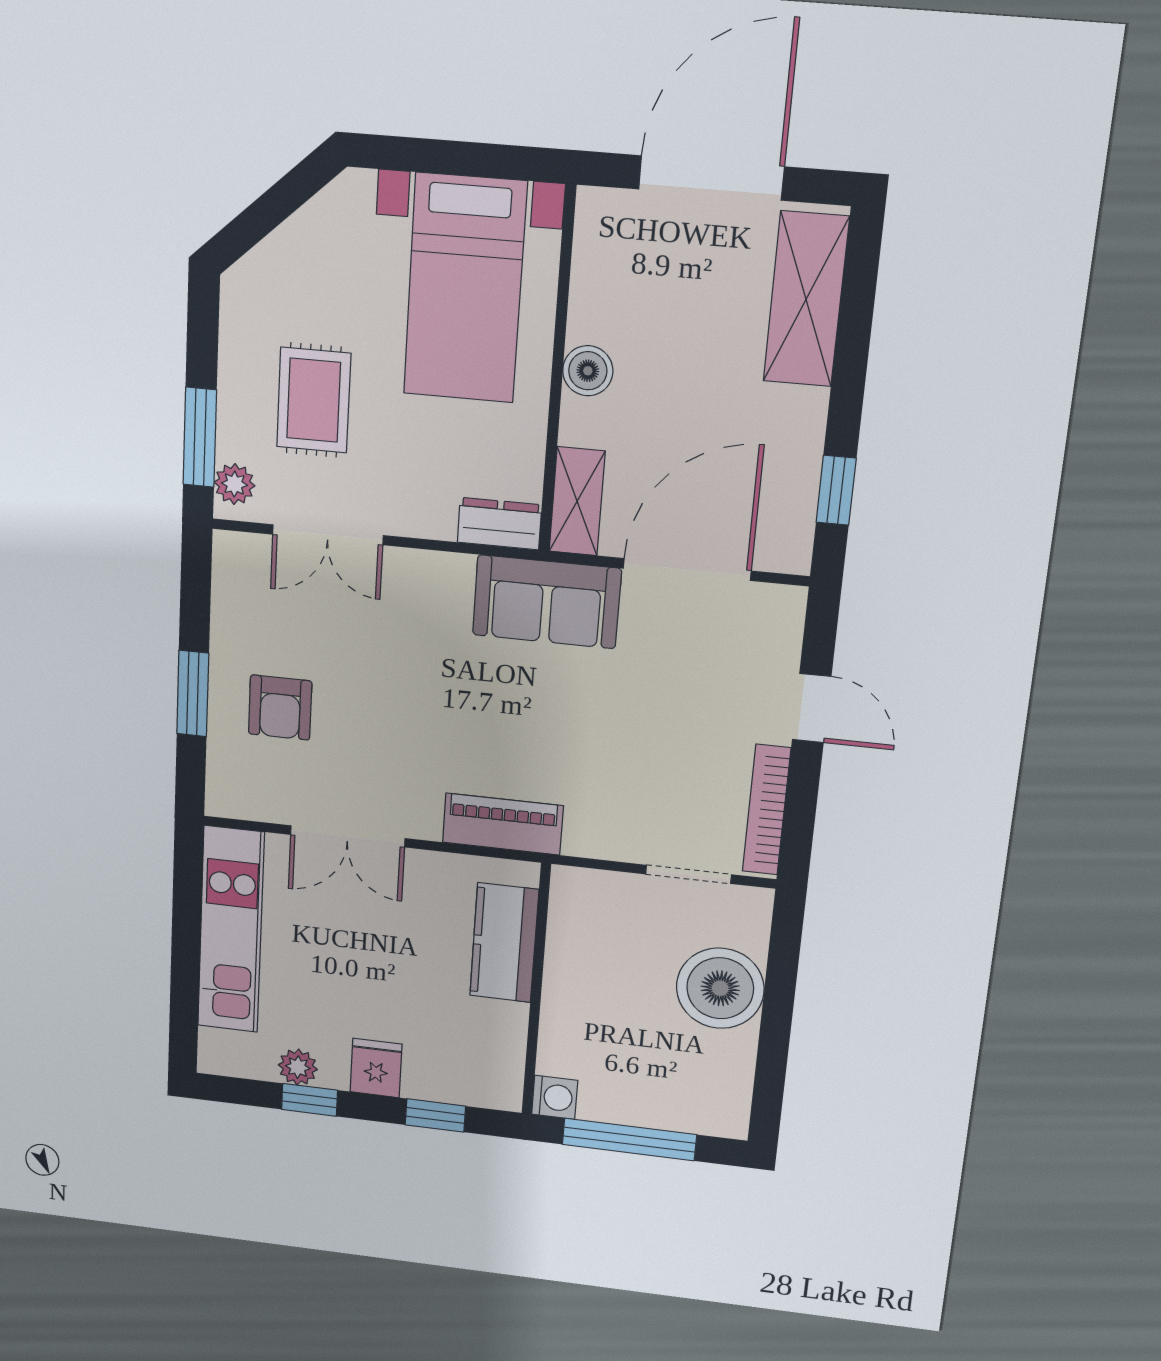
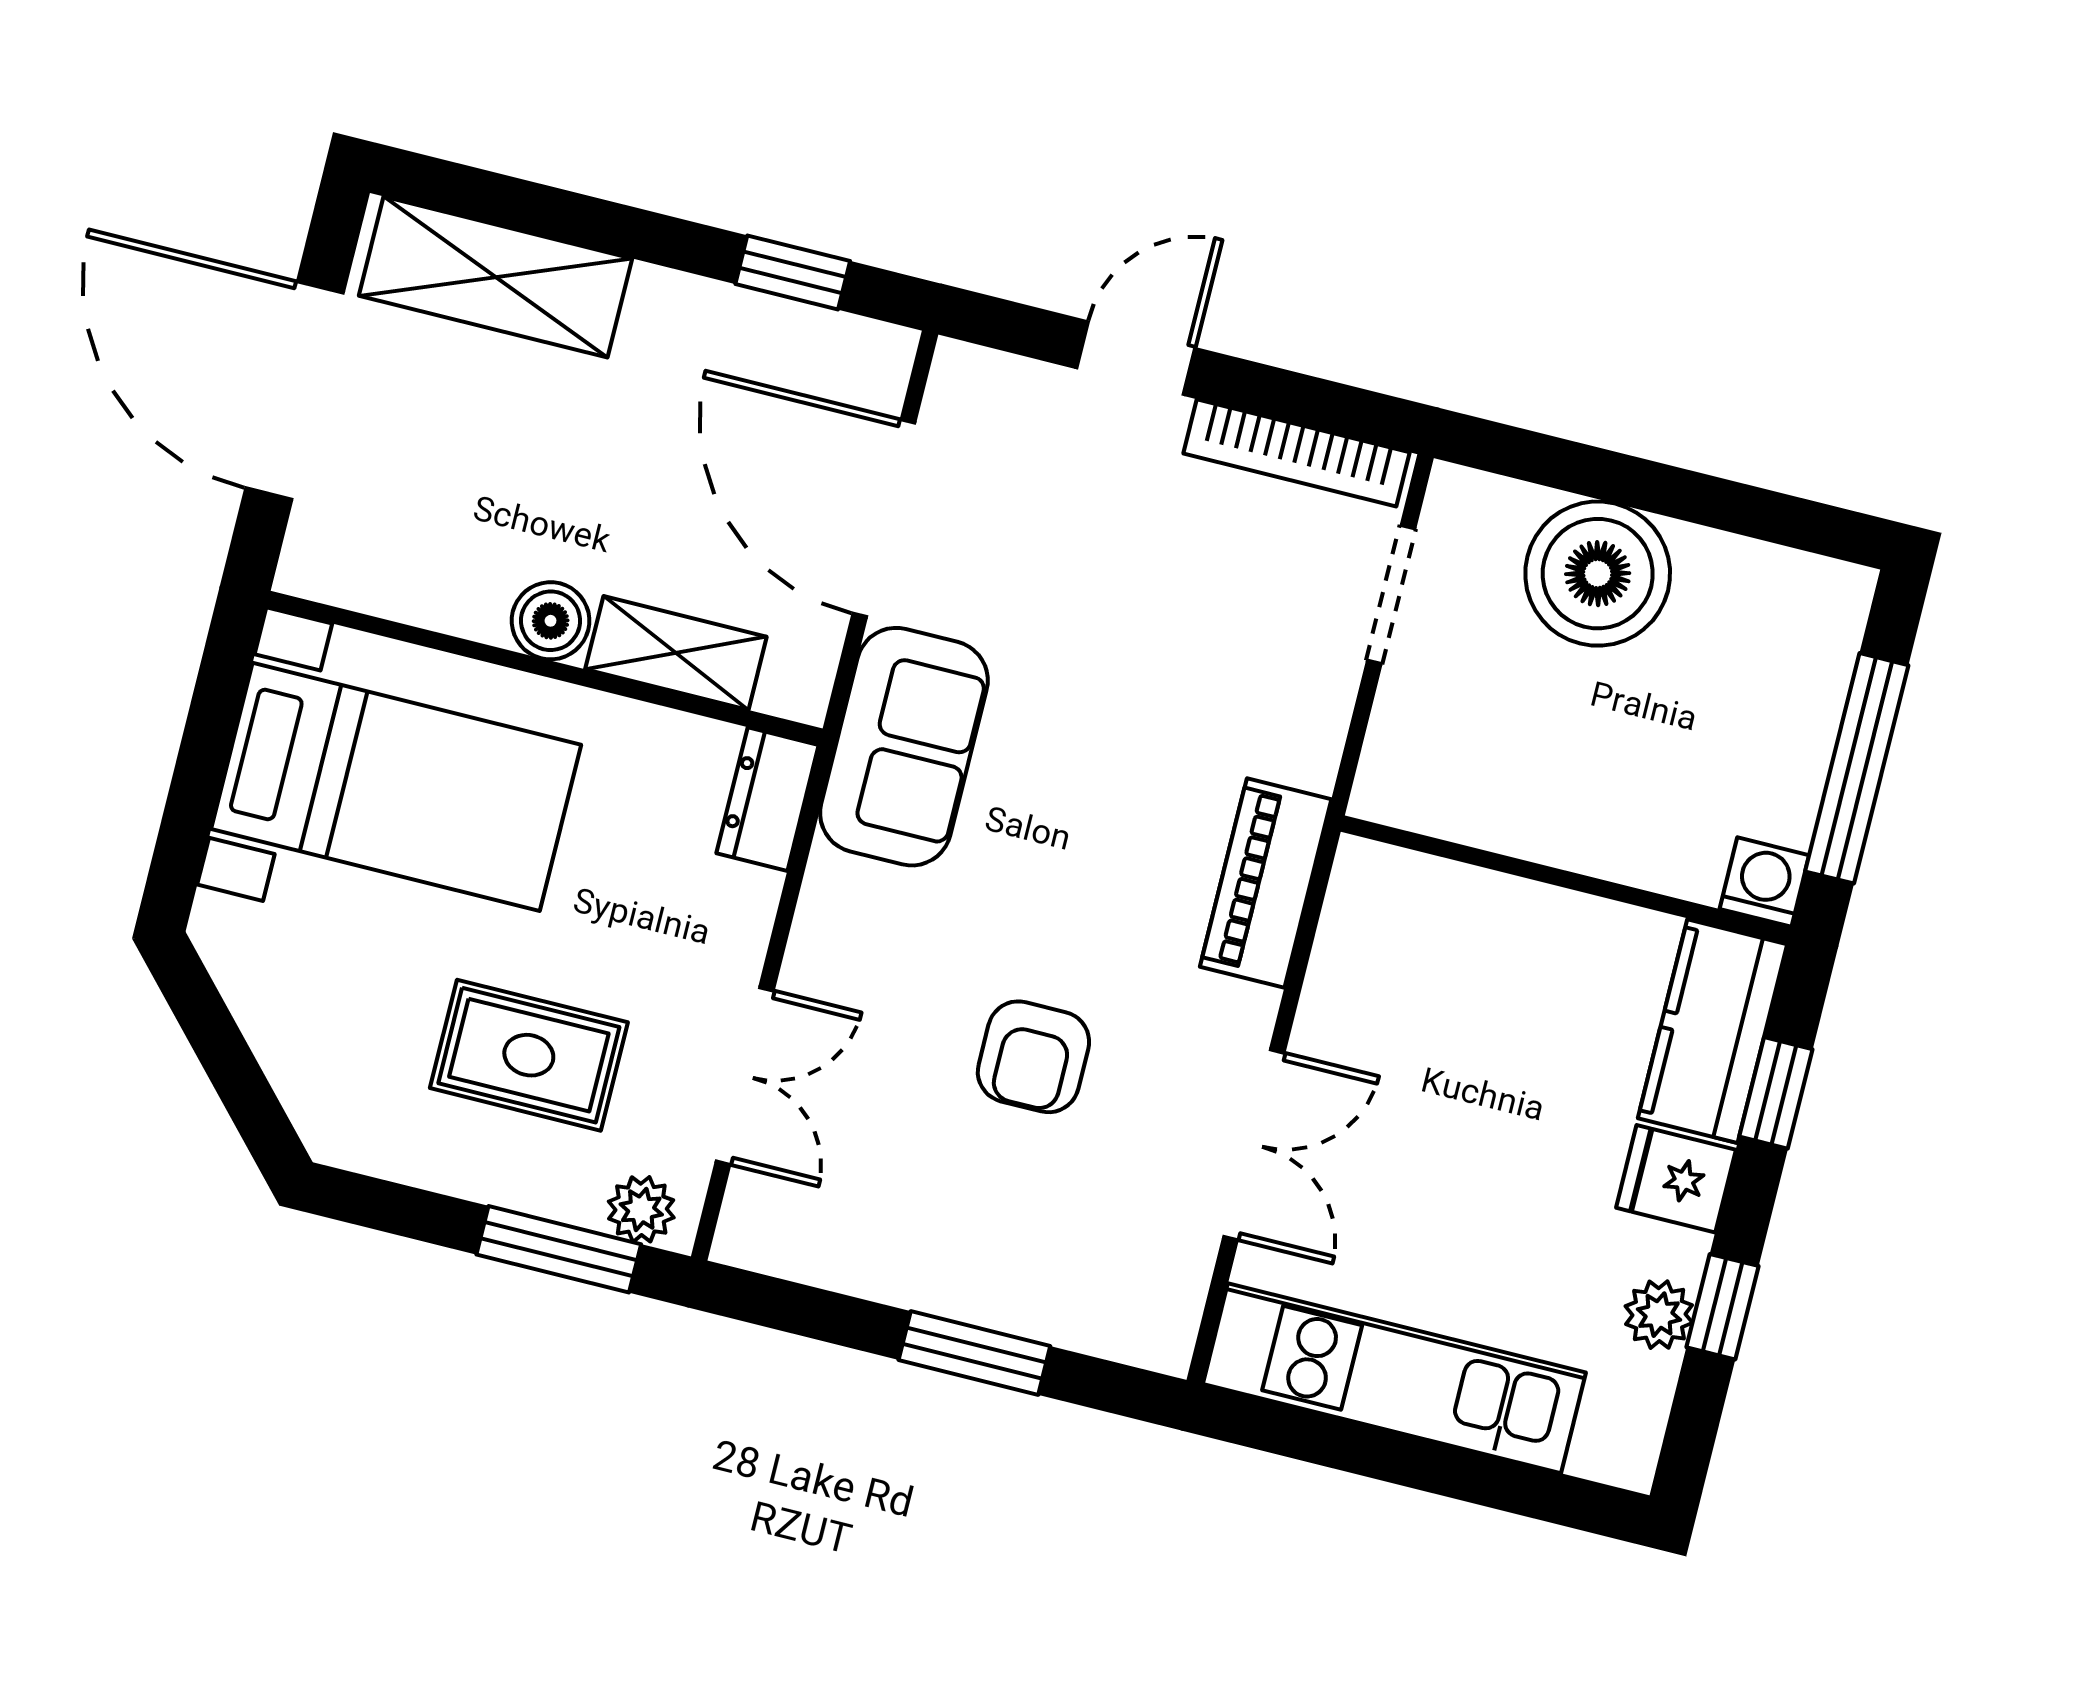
shelving: (577, 501) -> (676, 653), moved
armchair: (280, 708) -> (1033, 1057), moved, turned 90
kitchen counter: (504, 943) -> (1712, 1031), moved, turned 90

